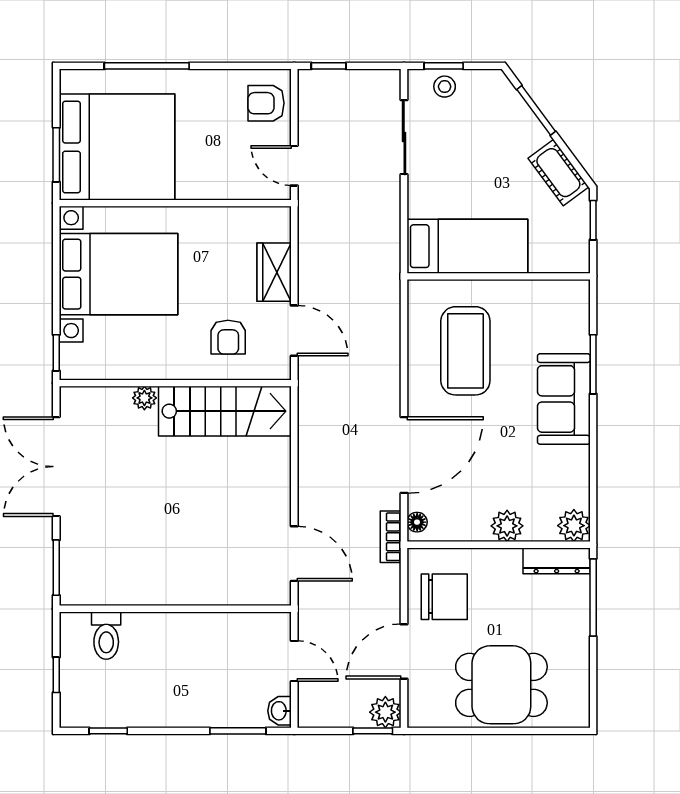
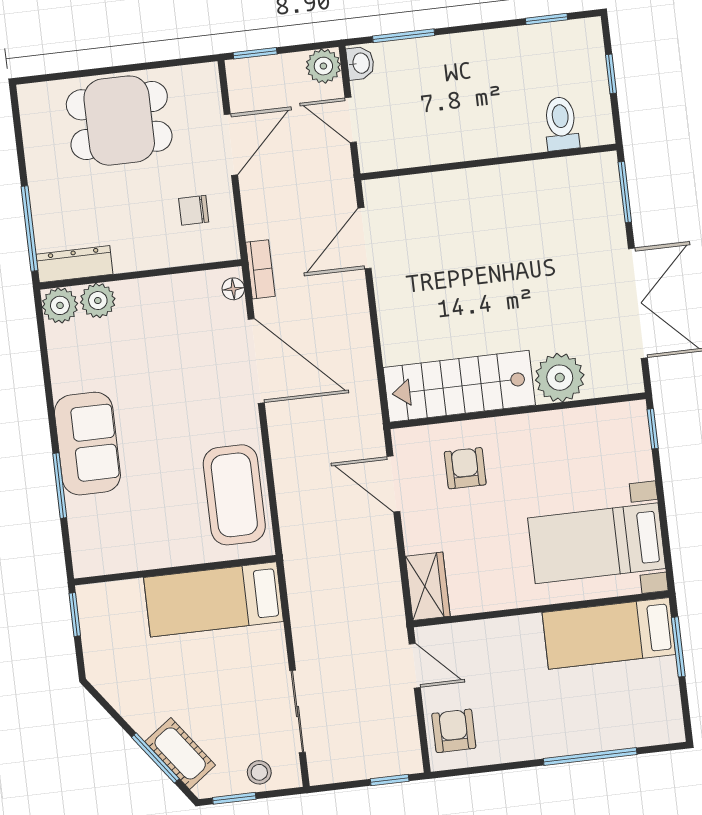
window: (444, 66) -> (234, 798), moved
armchair: (266, 103) -> (454, 731), turned -90
bed: (117, 147) -> (609, 633), width x0.49
cot: (558, 173) -> (180, 753), moved
window: (593, 220) -> (75, 614), moved
wardrobe: (274, 272) -> (428, 586), moved
bed with nightstands: (118, 274) -> (597, 543), width x0.73
coffee table: (465, 351) -> (234, 495), moved
plant: (144, 398) -> (560, 378), width x1.88, depth x1.88
door: (404, 455) -> (256, 361), swing flipped
plant: (507, 526) -> (98, 301), moved
door: (294, 554) -> (364, 238), hinge flipped
chair: (444, 597) -> (194, 210), width x0.54, depth x0.54
plant: (385, 712) -> (323, 66), moved

